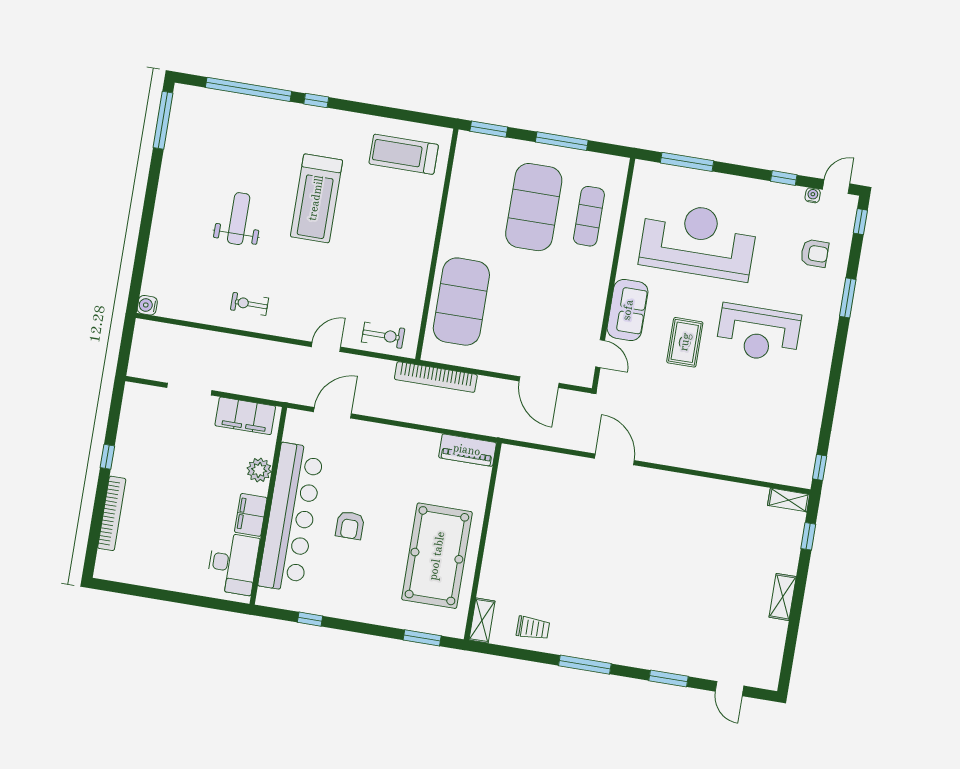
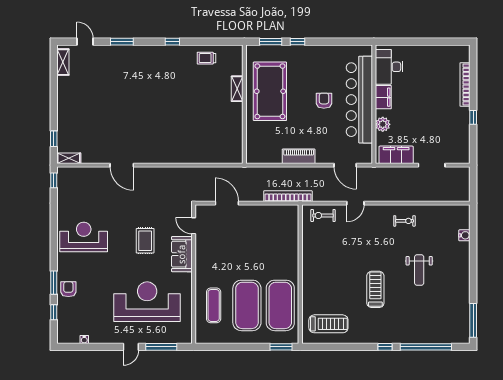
window: (562, 141) -> (237, 347), removed
window: (784, 178) -> (103, 347), removed
door: (836, 187) -> (131, 347), moved
treadmill: (316, 198) -> (375, 289), width x0.73, depth x0.73
window: (860, 222) -> (54, 312), moved
reception desk: (698, 241) -> (147, 302), turned 180
armchair: (815, 253) -> (68, 289), moved, turned 90
exercise mat: (461, 302) -> (280, 305), moved
water cooler: (147, 305) -> (464, 235), moved
reception desk: (758, 333) -> (84, 237), moved
door: (332, 413) -> (345, 165), hinge flipped
piano: (467, 450) -> (299, 156), moved
door: (614, 459) -> (122, 165), moved
shelving: (783, 597) -> (63, 62), moved
window: (310, 619) -> (298, 42), moved
shelving: (482, 620) -> (237, 89), moved
window: (585, 665) -> (172, 42), width x0.46

